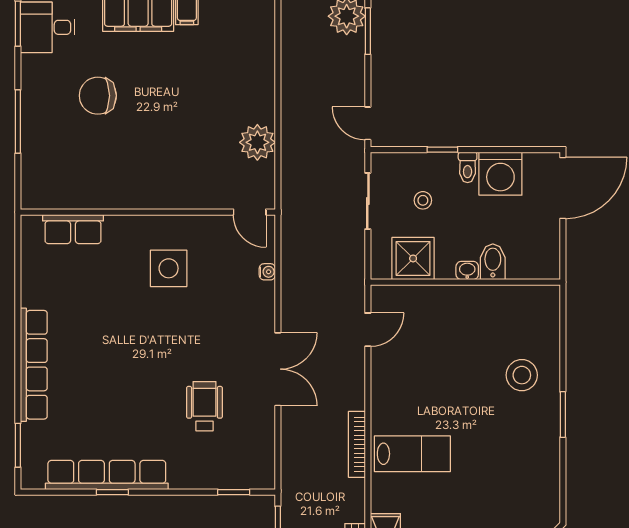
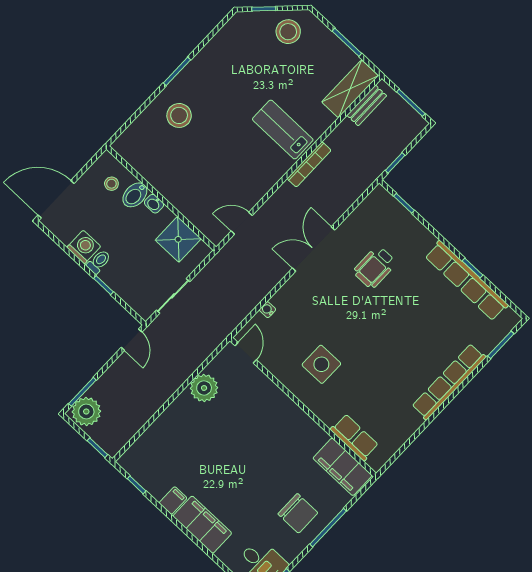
chair: (98, 96) -> (298, 513), moved
washing machine: (500, 174) -> (84, 247), width x0.73, depth x0.73
filing cabinet: (58, 191) -> (343, 467), added
stool: (423, 200) -> (111, 184), moved

